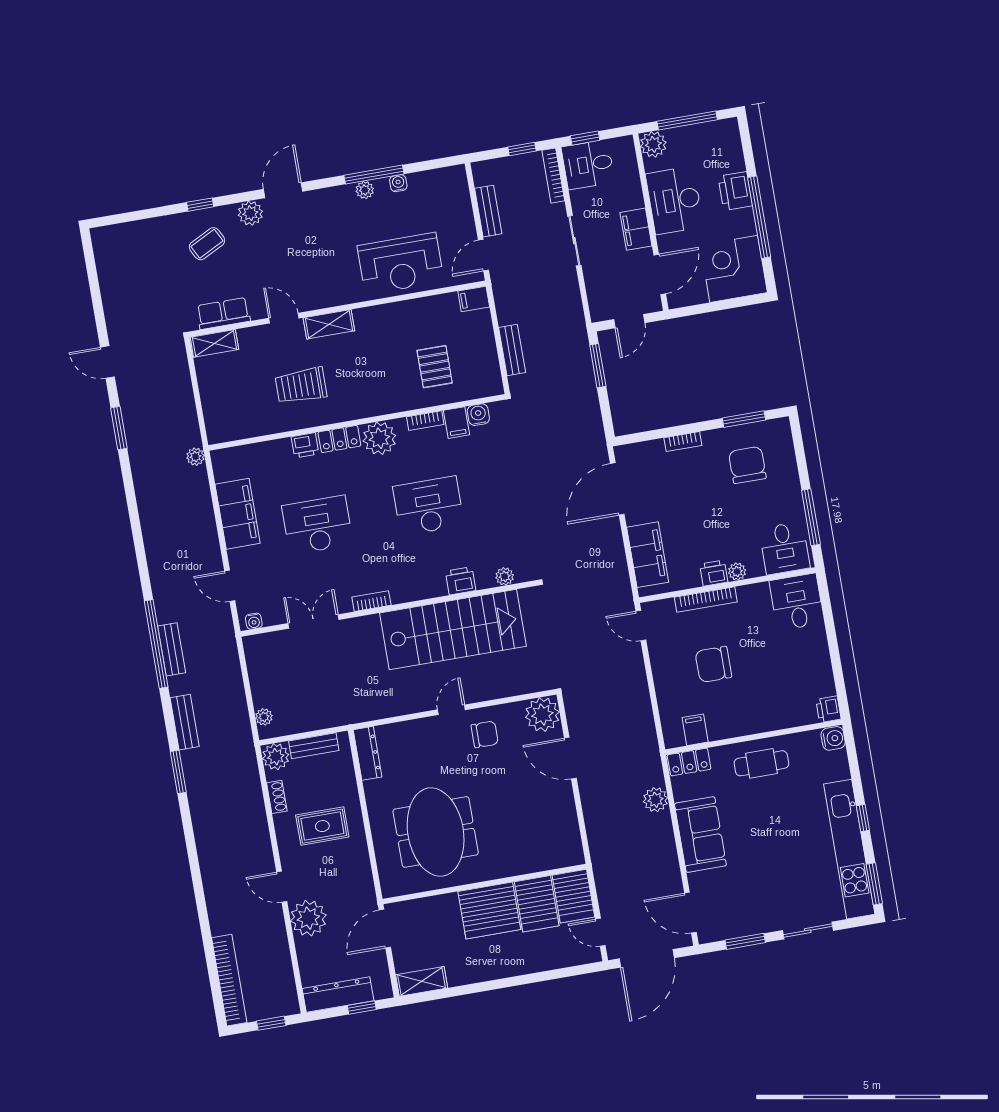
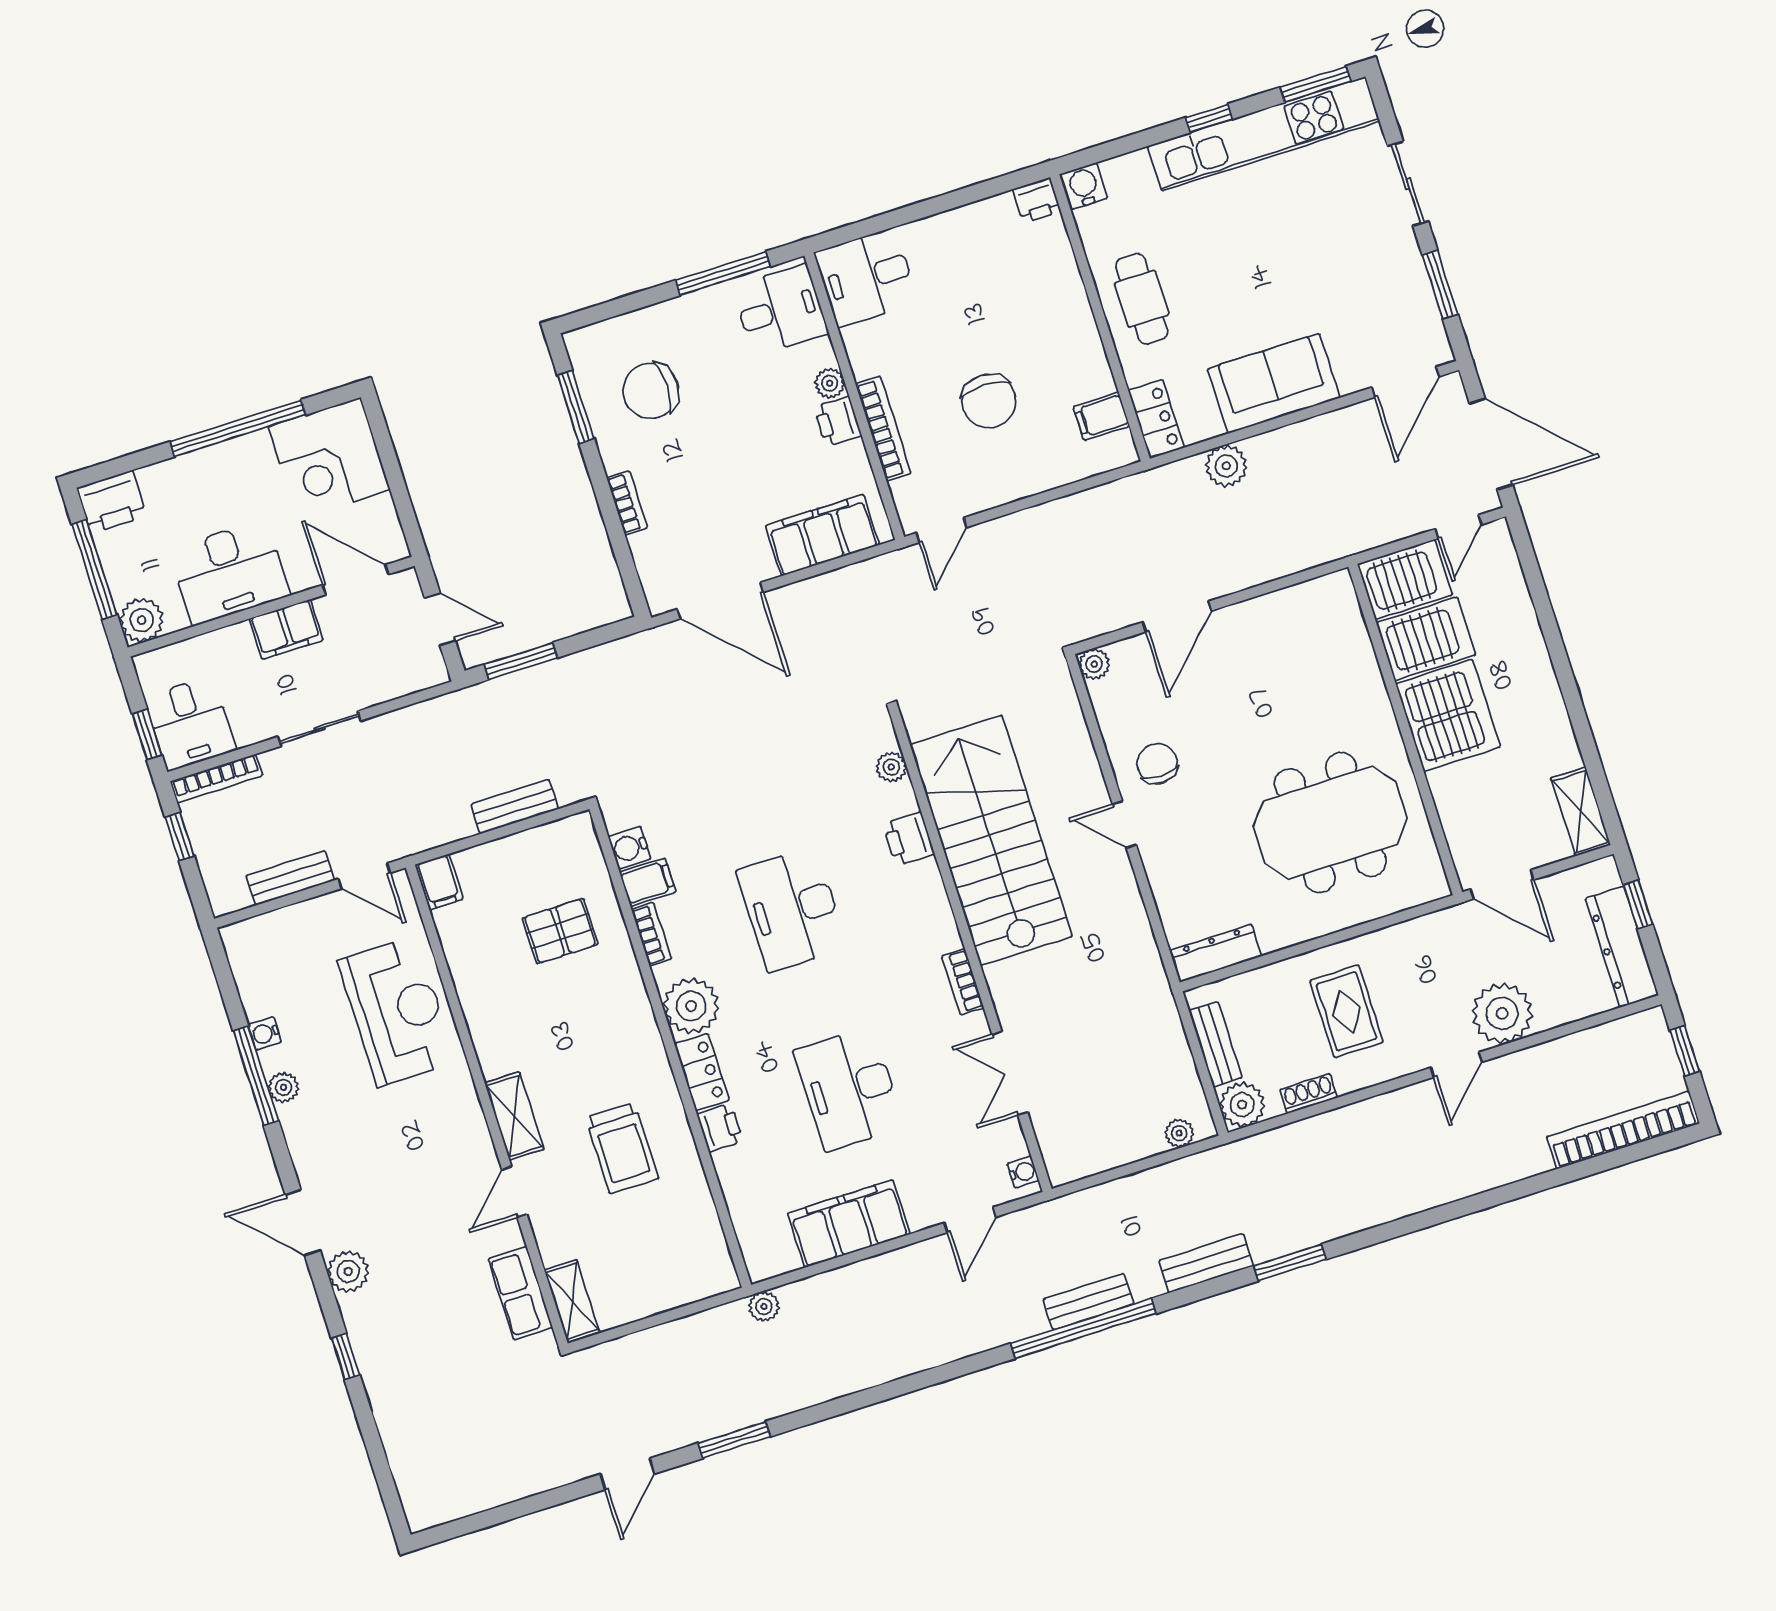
printer: (735, 191) -> (112, 502), moved
coffee table: (207, 244) -> (409, 1336), removed
plant: (542, 714) -> (1094, 664), width x0.53, depth x0.53

